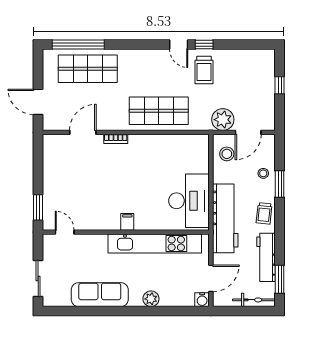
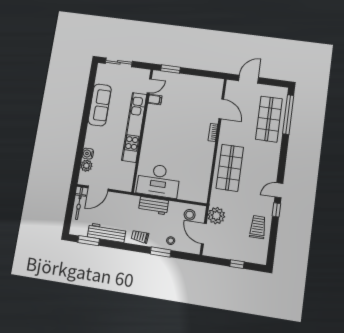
trolley: (204, 70) -> (258, 227), moved, turned 90
workbench: (225, 218) -> (154, 206), width x0.53, depth x0.76
filing cabinet: (127, 222) -> (155, 99), moved
kitchen unit: (155, 243) -> (134, 127), moved
door: (211, 278) -> (98, 188), hinge flipped
plant: (151, 299) -> (86, 166), moved
water cooler: (202, 300) -> (88, 154), moved
bicycle: (254, 300) -> (79, 203), moved

